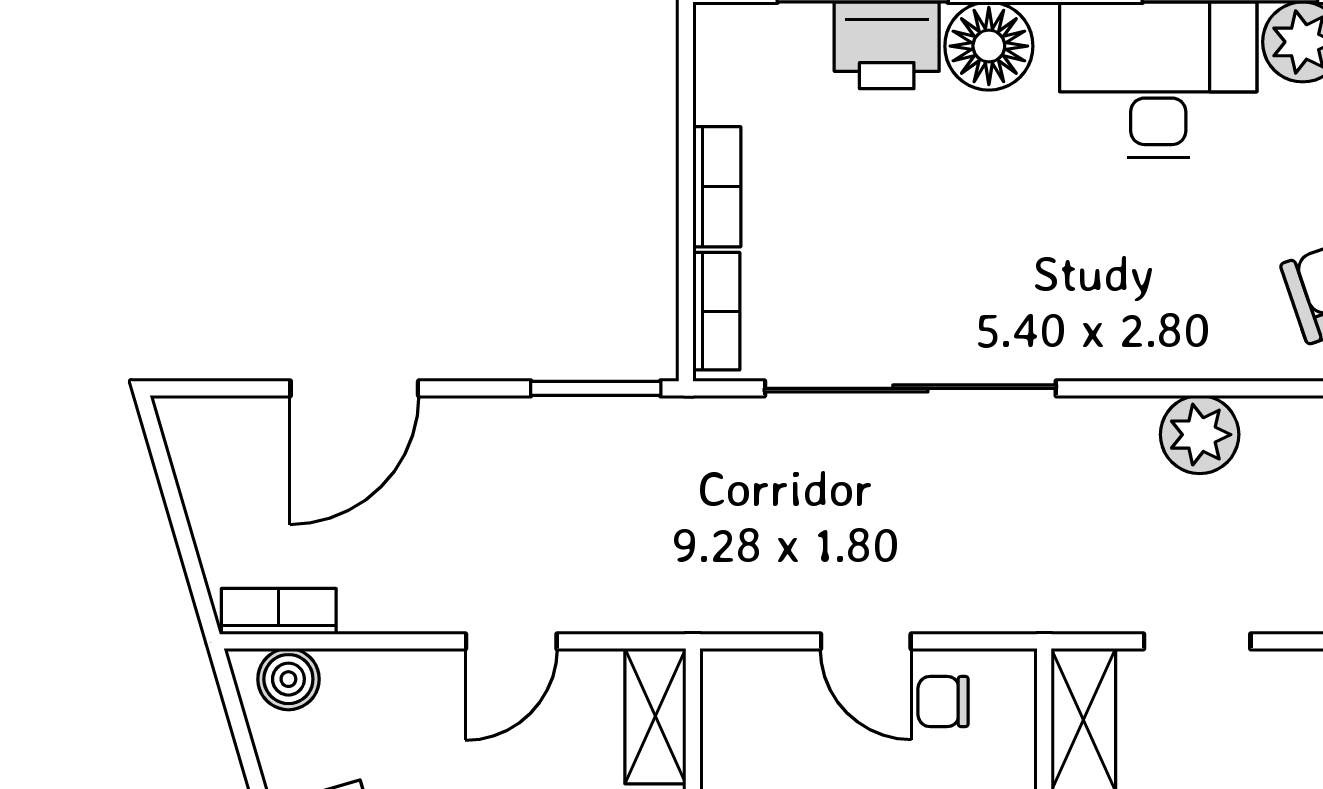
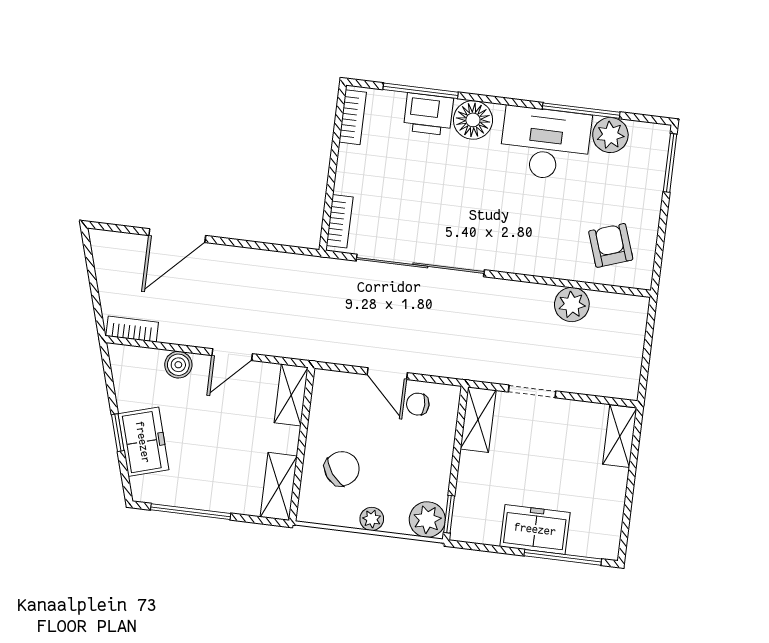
bookcase: (717, 187) -> (353, 117), moved
window: (596, 388) -> (283, 249), removed
plant: (1200, 435) -> (572, 305), moved
boiler: (288, 679) -> (178, 365), moved

